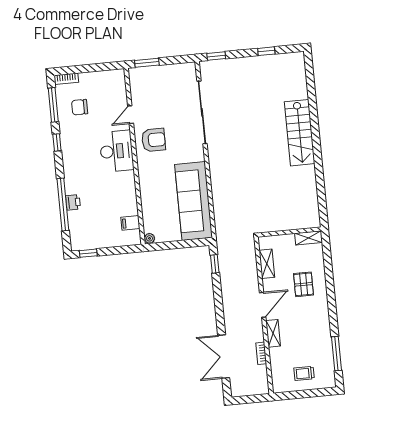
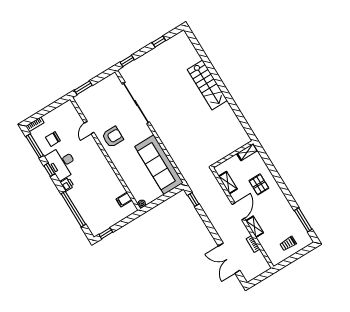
desk: (117, 151) -> (62, 163), moved, turned 180
printer: (73, 202) -> (67, 184), moved

